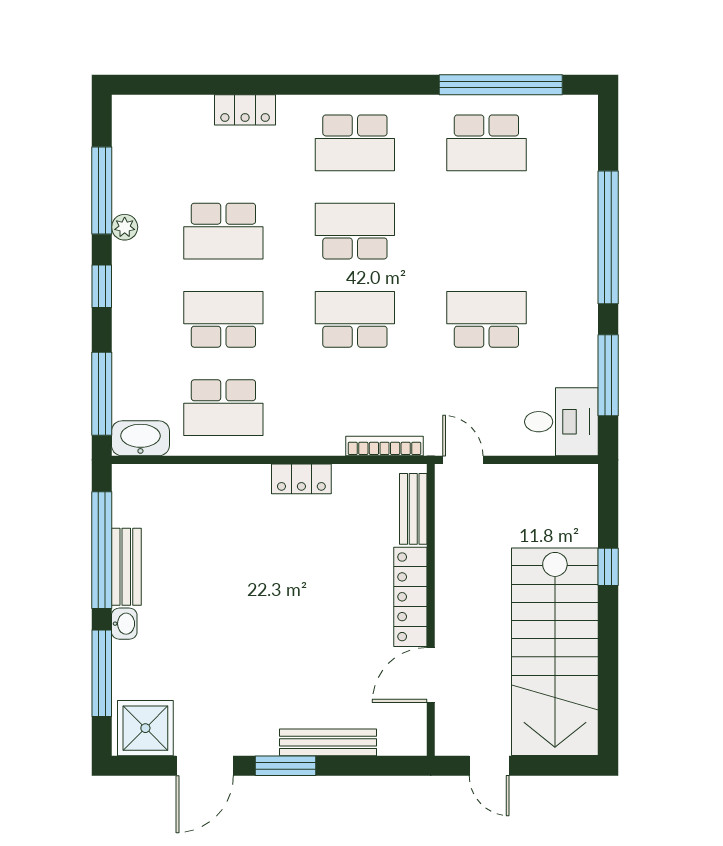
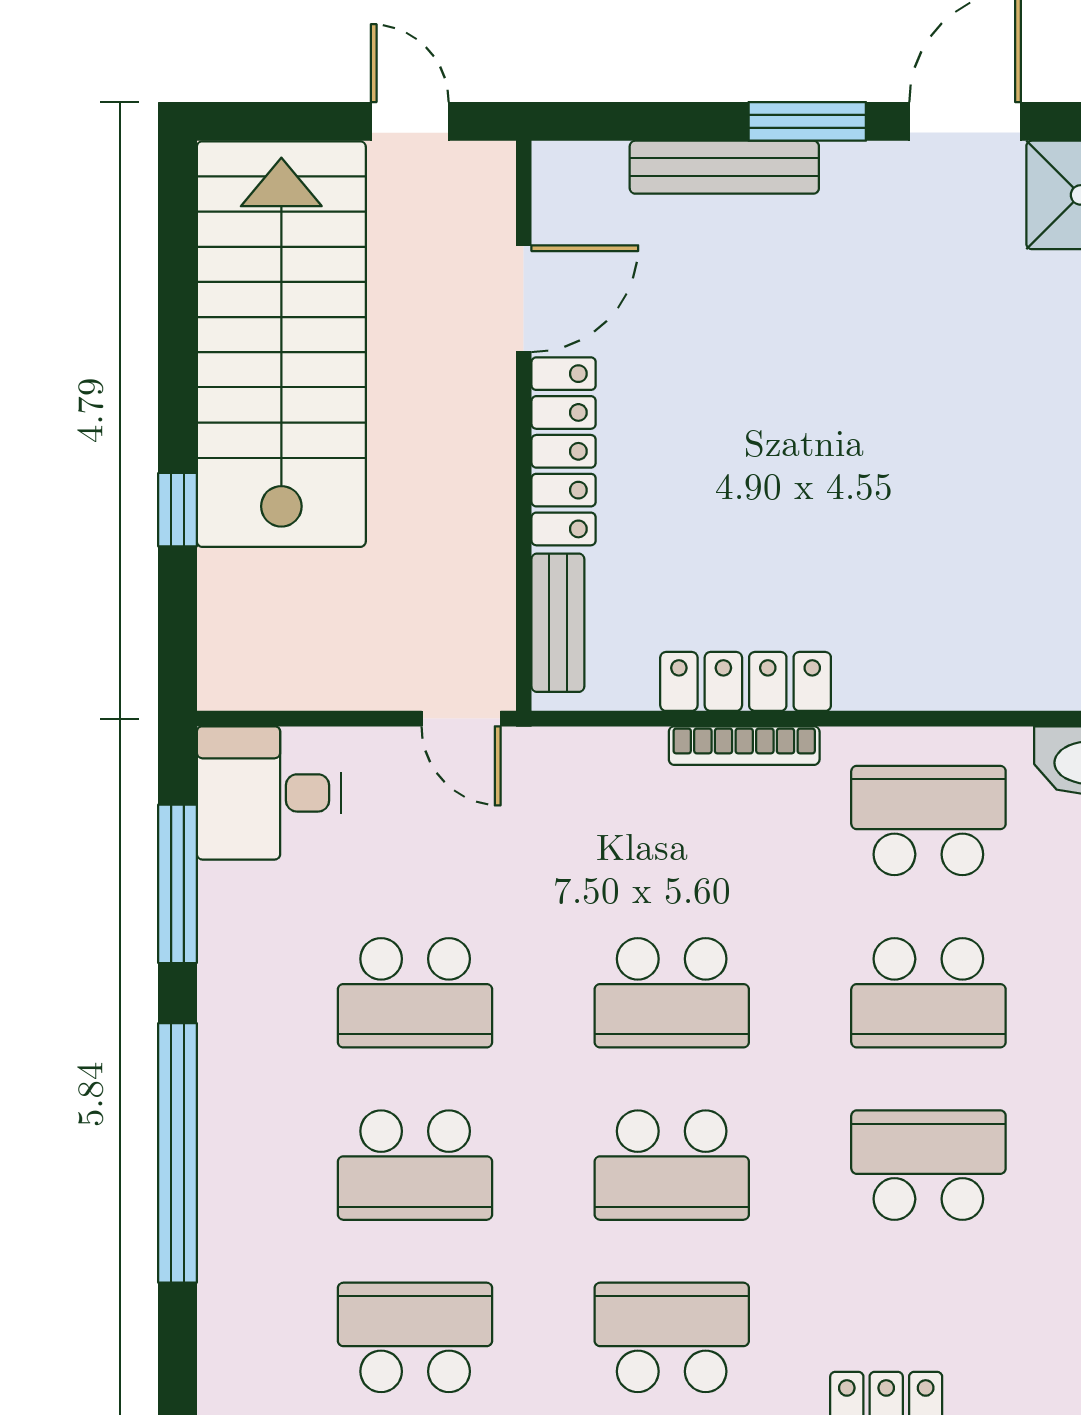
school desk: (486, 231) -> (415, 1165), added
bookcase: (385, 446) -> (744, 746), moved
locker: (301, 479) -> (746, 681), width x1.53

